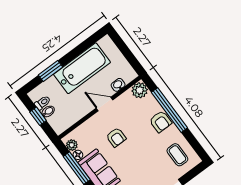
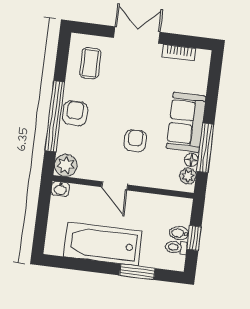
washbasin: (118, 85) -> (60, 189), moved

